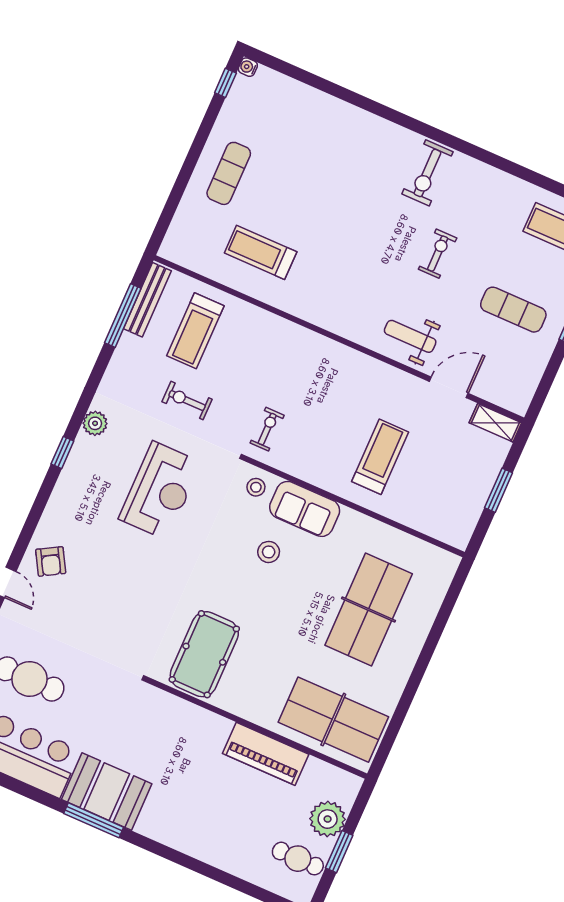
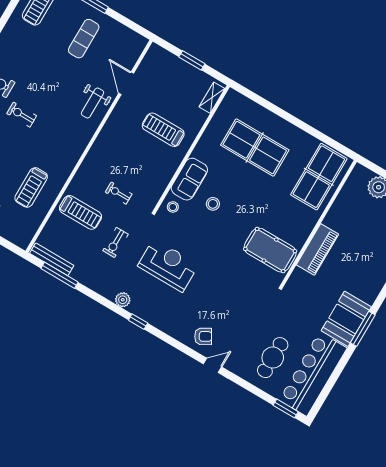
exercise bike: (438, 254) -> (22, 115), moved
treadmill: (195, 331) -> (81, 212), moved
shelving: (495, 423) -> (212, 98), moved
exercise bike: (267, 429) -> (119, 193), moved
piano: (266, 754) -> (317, 249), moved

